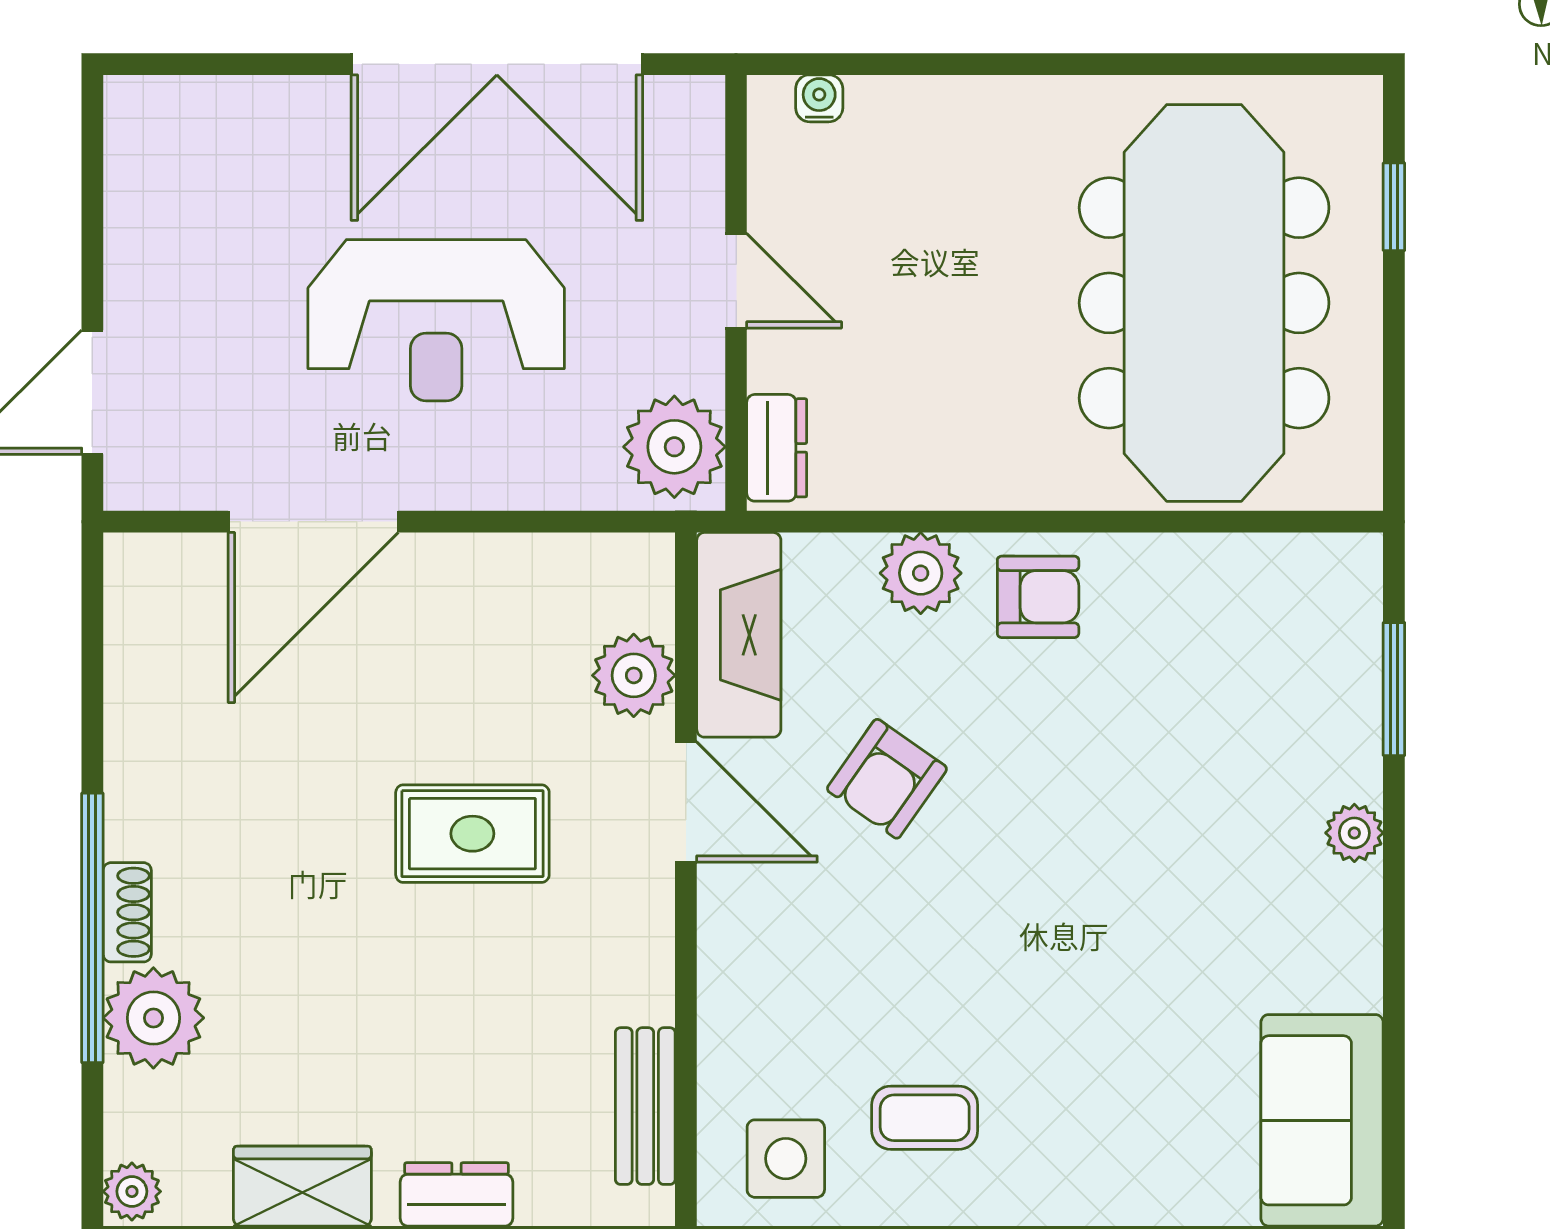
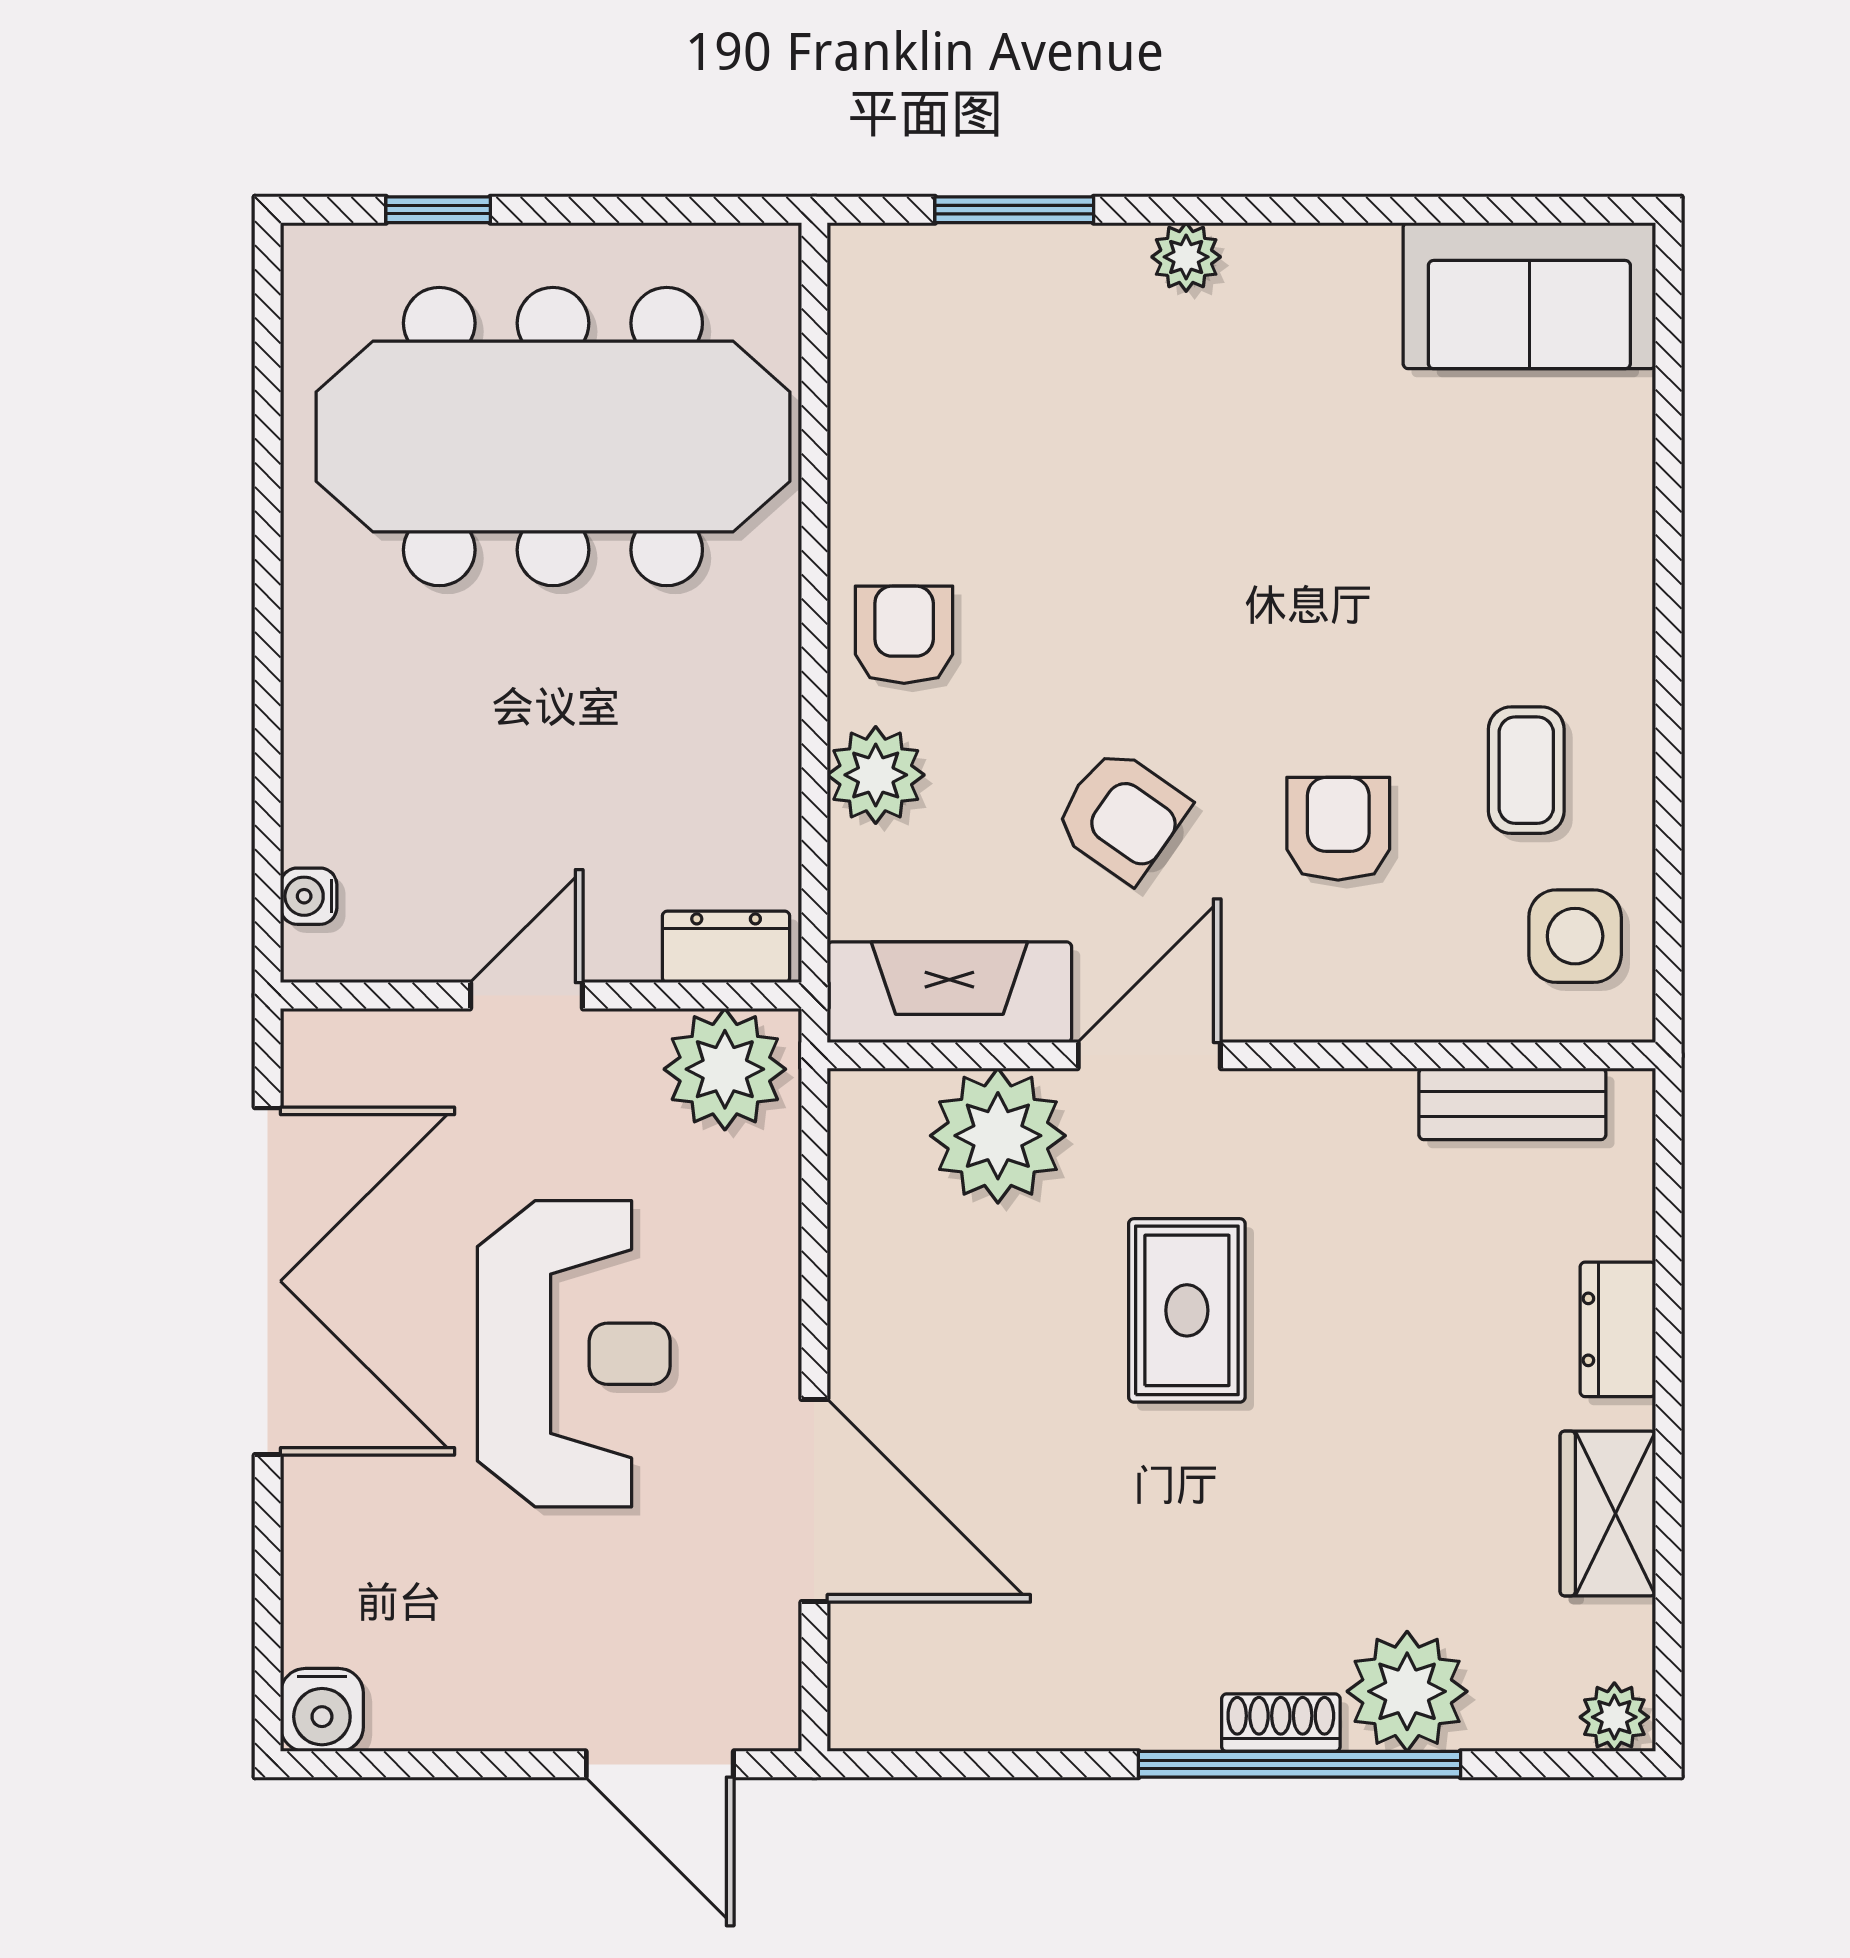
water cooler: (138, 109) -> (322, 1710), added
plant: (634, 675) -> (998, 1136), width x1.36, depth x1.36
armchair: (876, 960) -> (1338, 829), added

